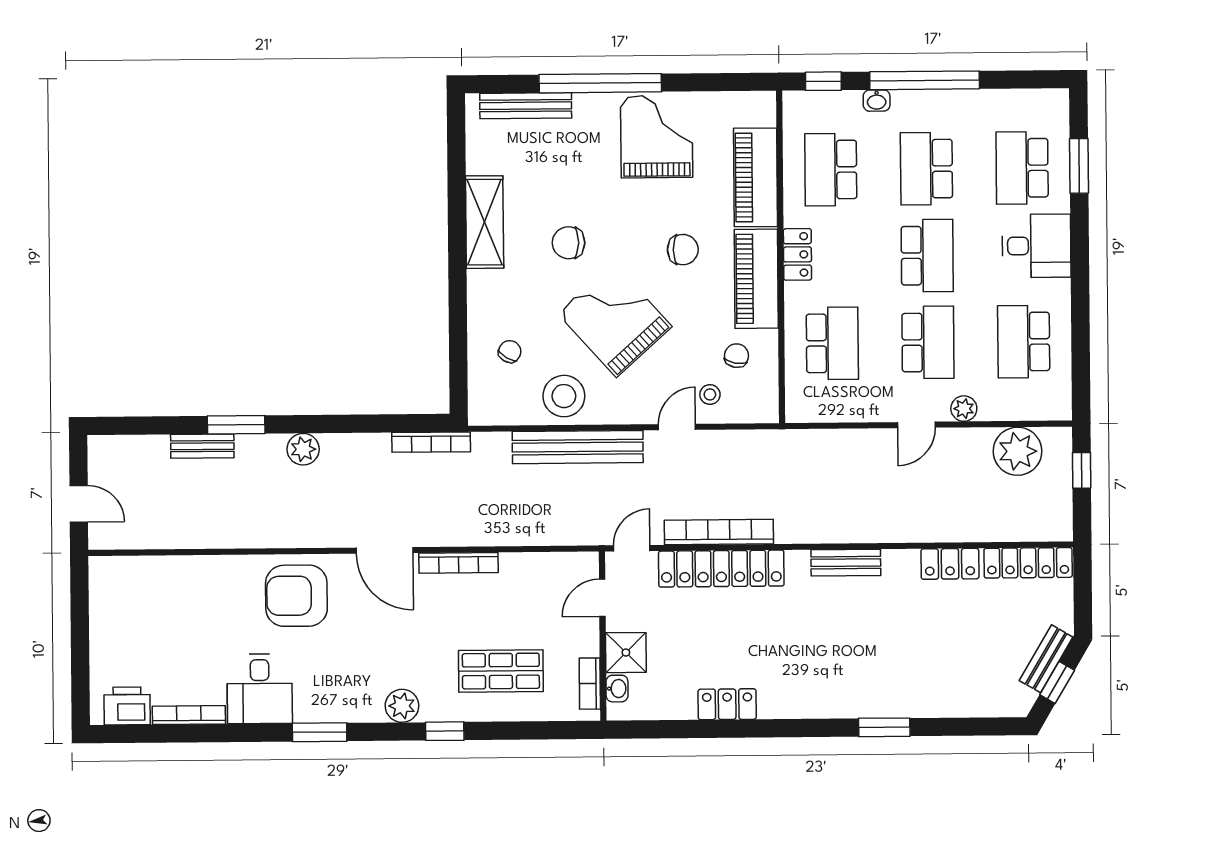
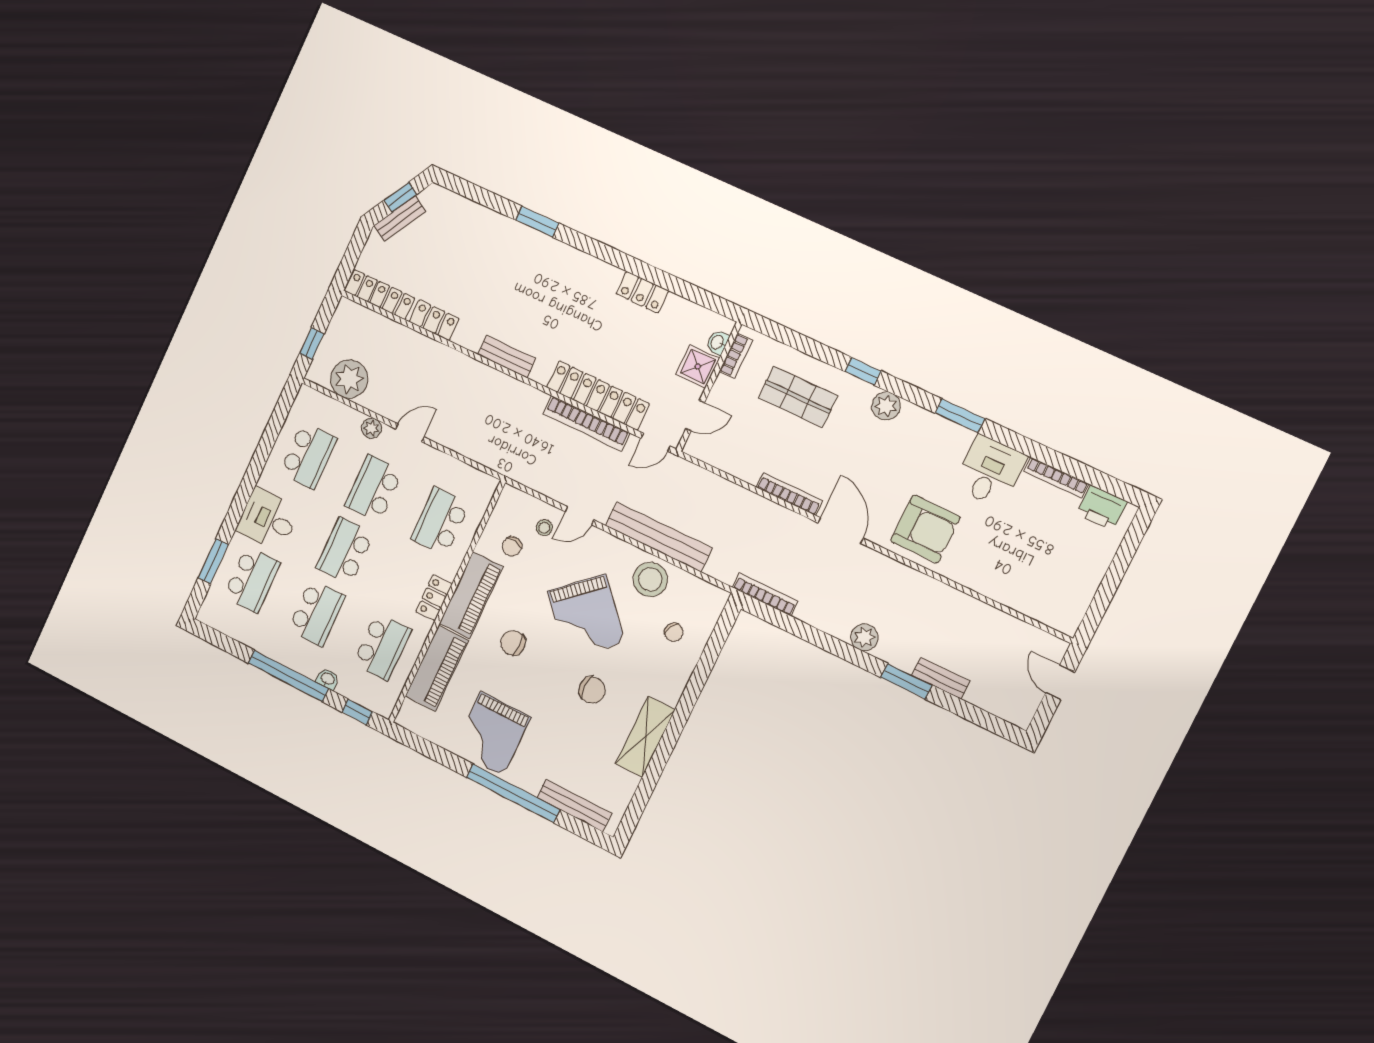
chair: (510, 352) -> (674, 632), turned -92

